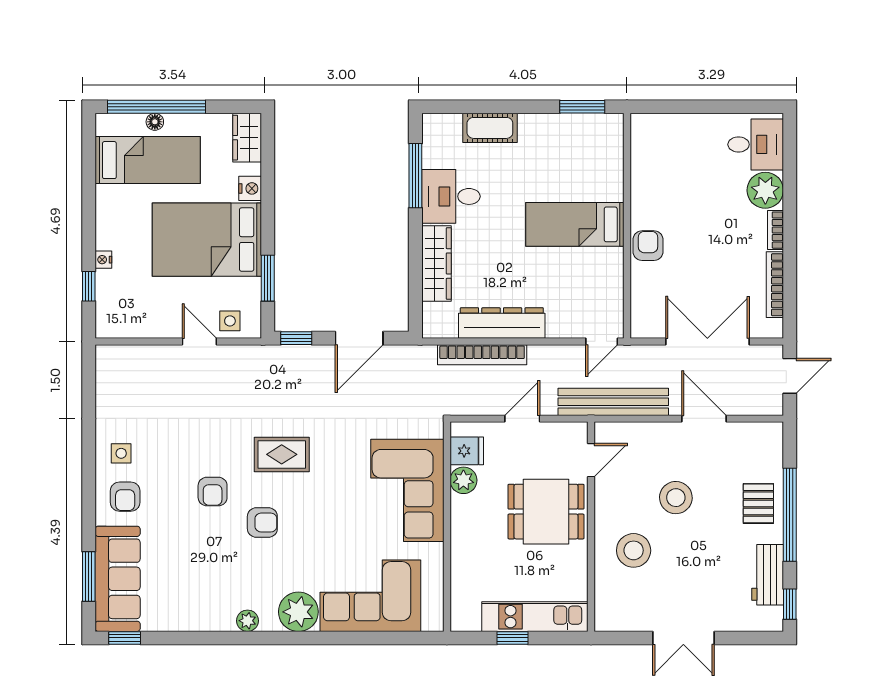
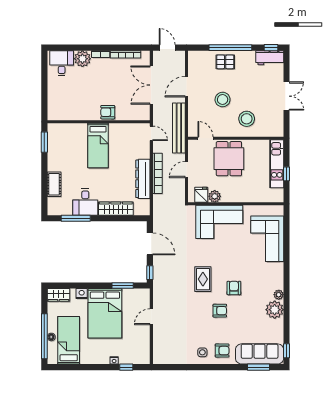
side table: (230, 321) -> (142, 303), removed
bookcase: (482, 355) -> (157, 173), moved
door: (522, 419) -> (187, 169), hinge flipped
workbench: (768, 575) -> (270, 58), moved
plant: (298, 612) -> (275, 310), moved

